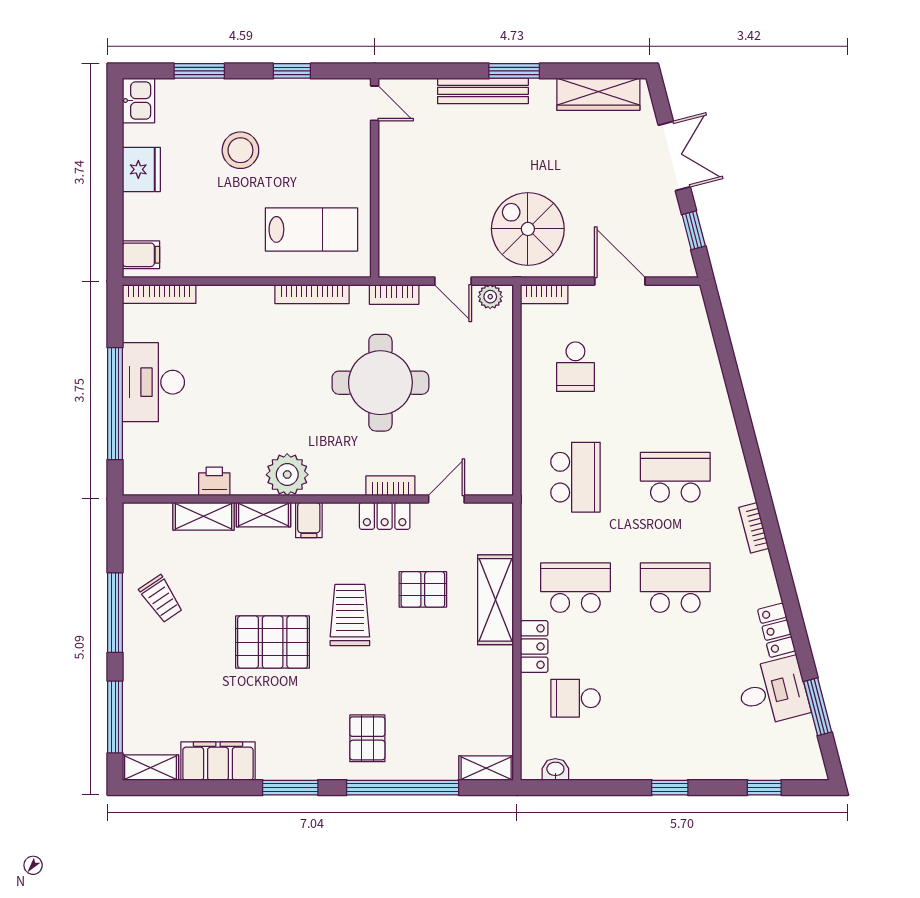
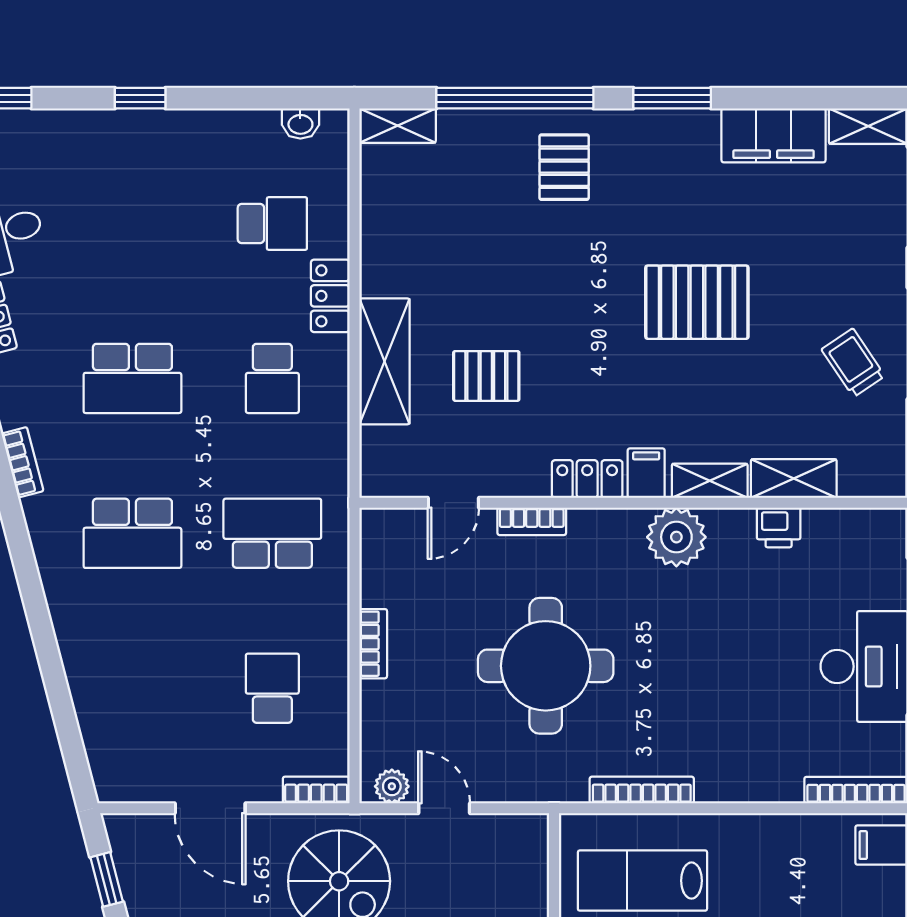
bookcase: (394, 294) -> (373, 644), moved, turned 90
school desk: (575, 477) -> (272, 533), turned 90
locker: (385, 516) -> (587, 479), moved
school desk: (575, 588) -> (272, 378), width x0.54
trolley: (350, 615) -> (589, 340), removed

